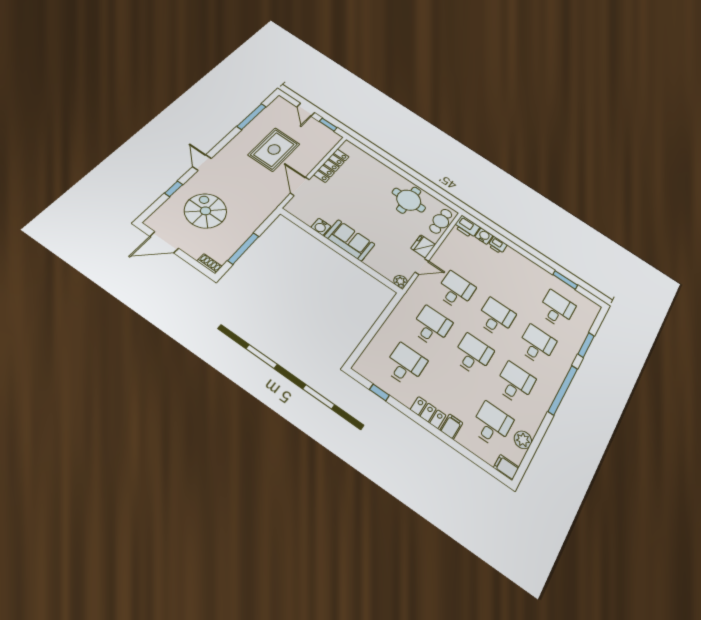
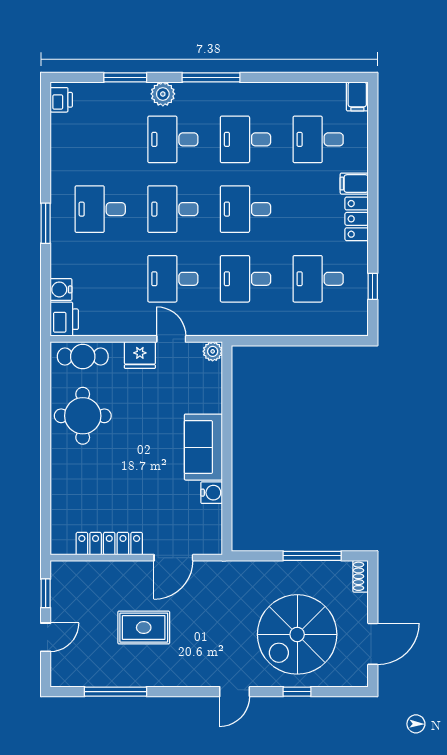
rug: (274, 149) -> (144, 628), width x0.73, depth x0.70
spiral stairs: (205, 211) -> (297, 634), width x1.37, depth x1.37
door: (164, 242) -> (373, 644), hinge flipped
printer: (497, 245) -> (61, 100), moved
window: (565, 280) -> (46, 223), moved
desk: (557, 309) -> (100, 209), moved
window: (563, 390) -> (211, 77), width x0.68
plant: (523, 440) -> (163, 94), moved

